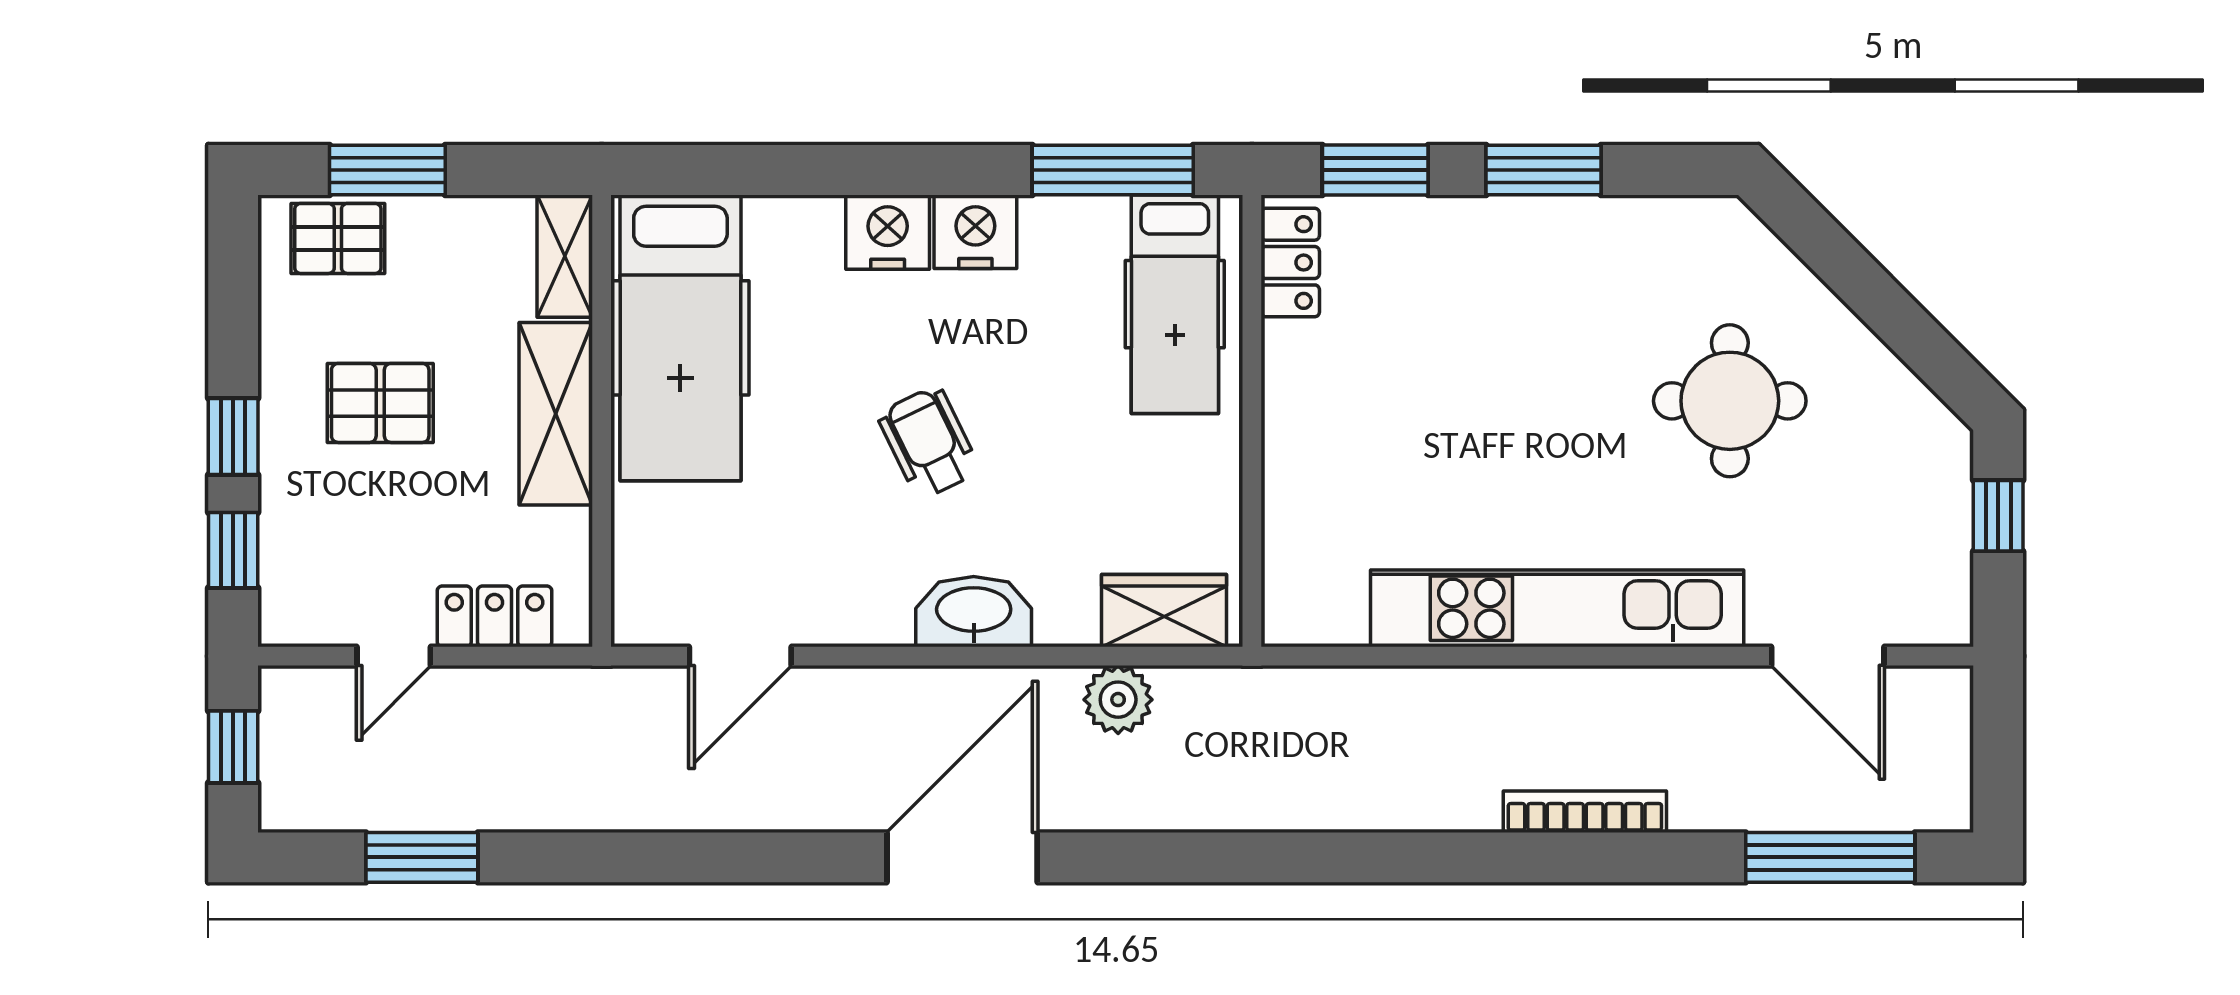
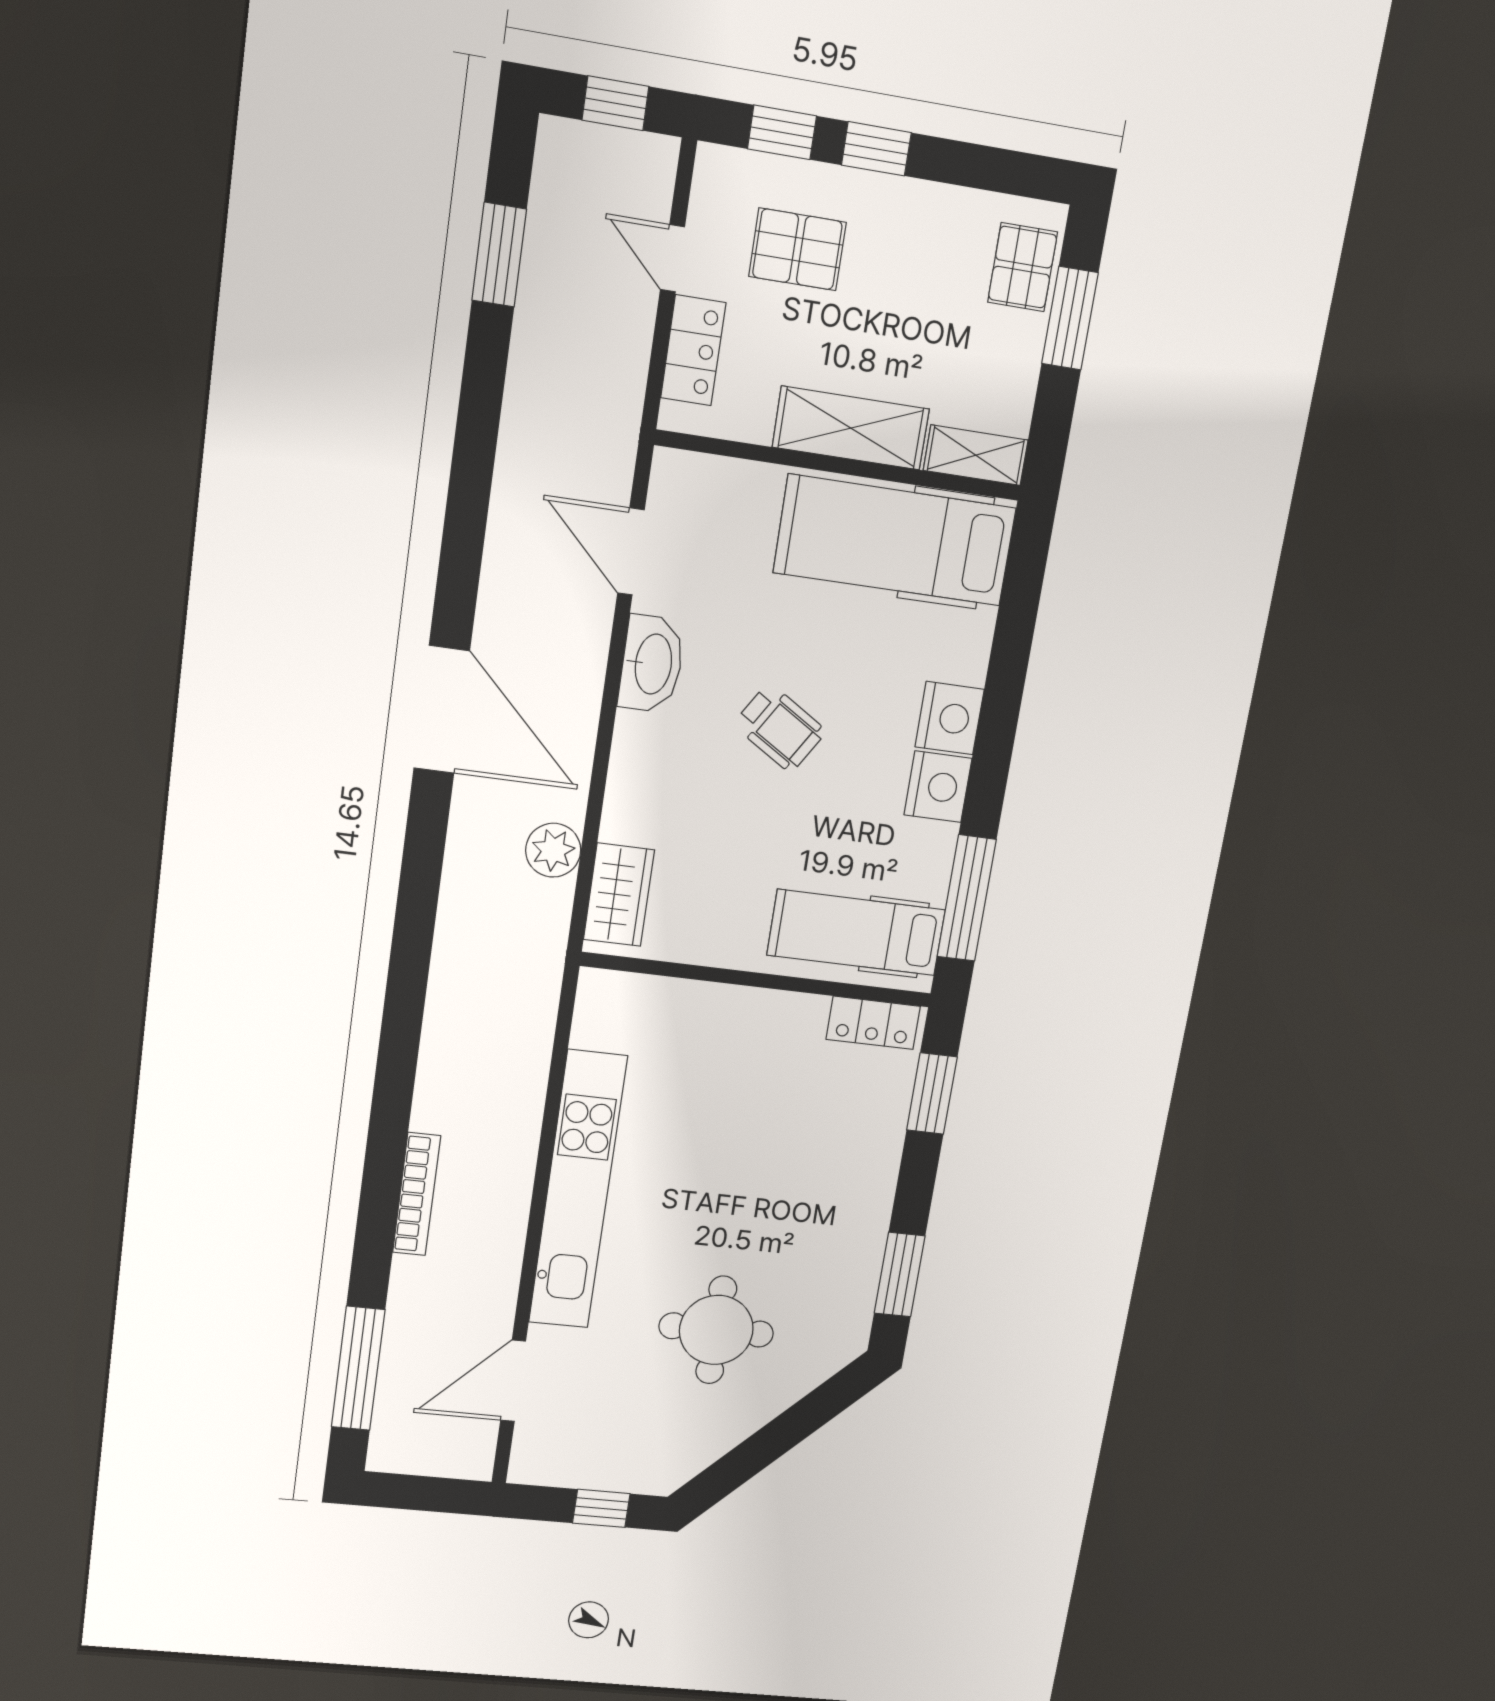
window: (1544, 170) -> (900, 1275), moved
pallet: (380, 403) -> (797, 249), moved, turned 90
wheelchair: (929, 442) -> (780, 728), turned 58
washbasin: (974, 612) -> (652, 664), moved

